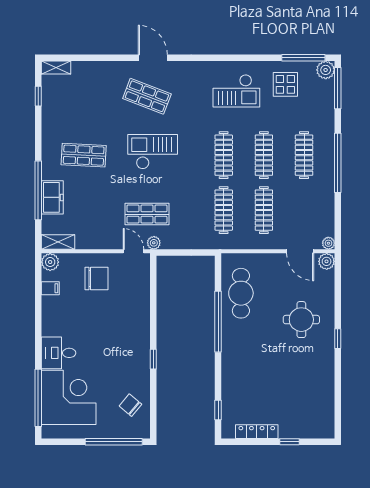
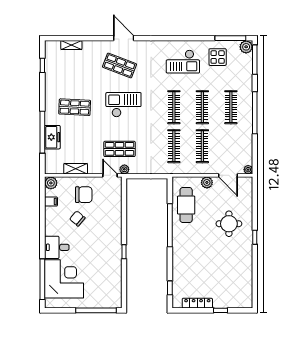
shelving: (56, 67) -> (71, 45), moved
shelving: (58, 242) -> (76, 169), moved
plant: (327, 261) -> (207, 182), moved
chair: (130, 405) -> (77, 218), moved

